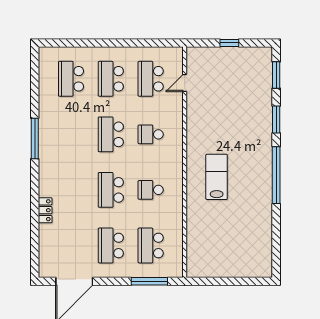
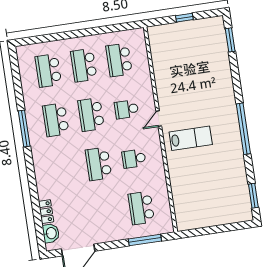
door: (185, 83) -> (159, 119), moved
window: (276, 120) -> (253, 196), moved
lab bench: (217, 177) -> (191, 138), turned 90
locker: (45, 210) -> (46, 212), moved
school desk: (111, 245) -> (56, 120), moved
washbasin: (47, 258) -> (51, 233), added

